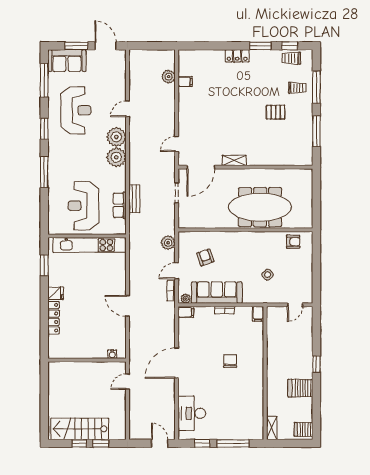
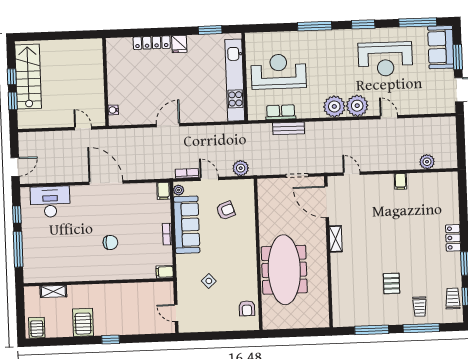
filing cabinet: (185, 82) -> (400, 181), moved
shelving: (272, 428) -> (53, 291), moved

